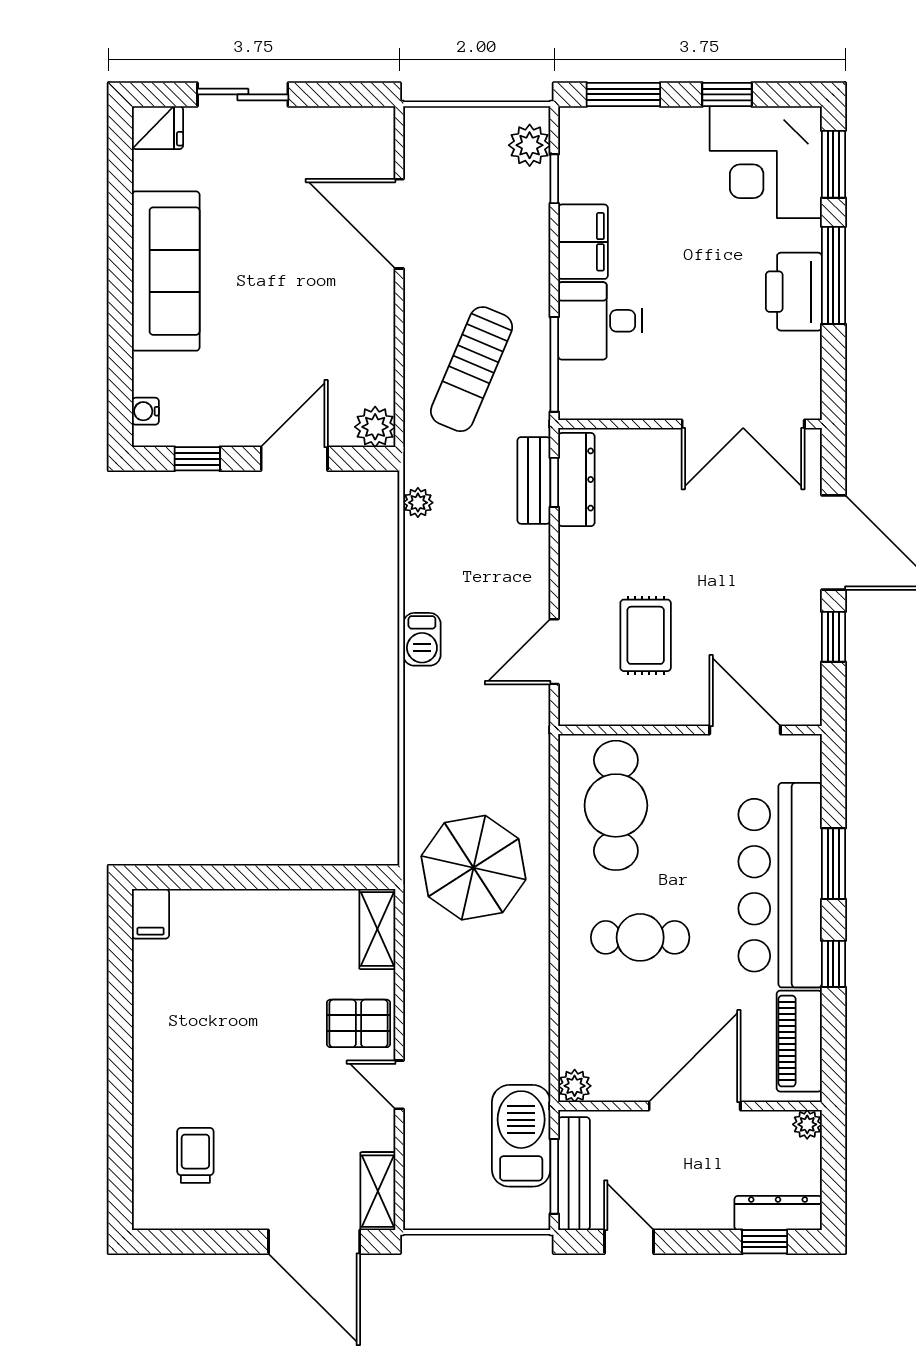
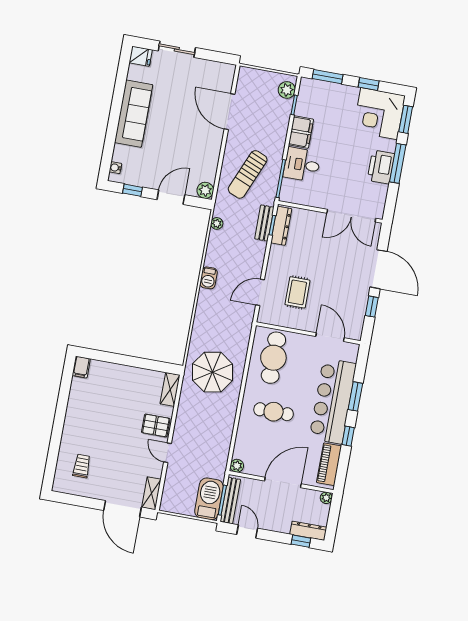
barbecue: (521, 1136) -> (209, 499), moved

